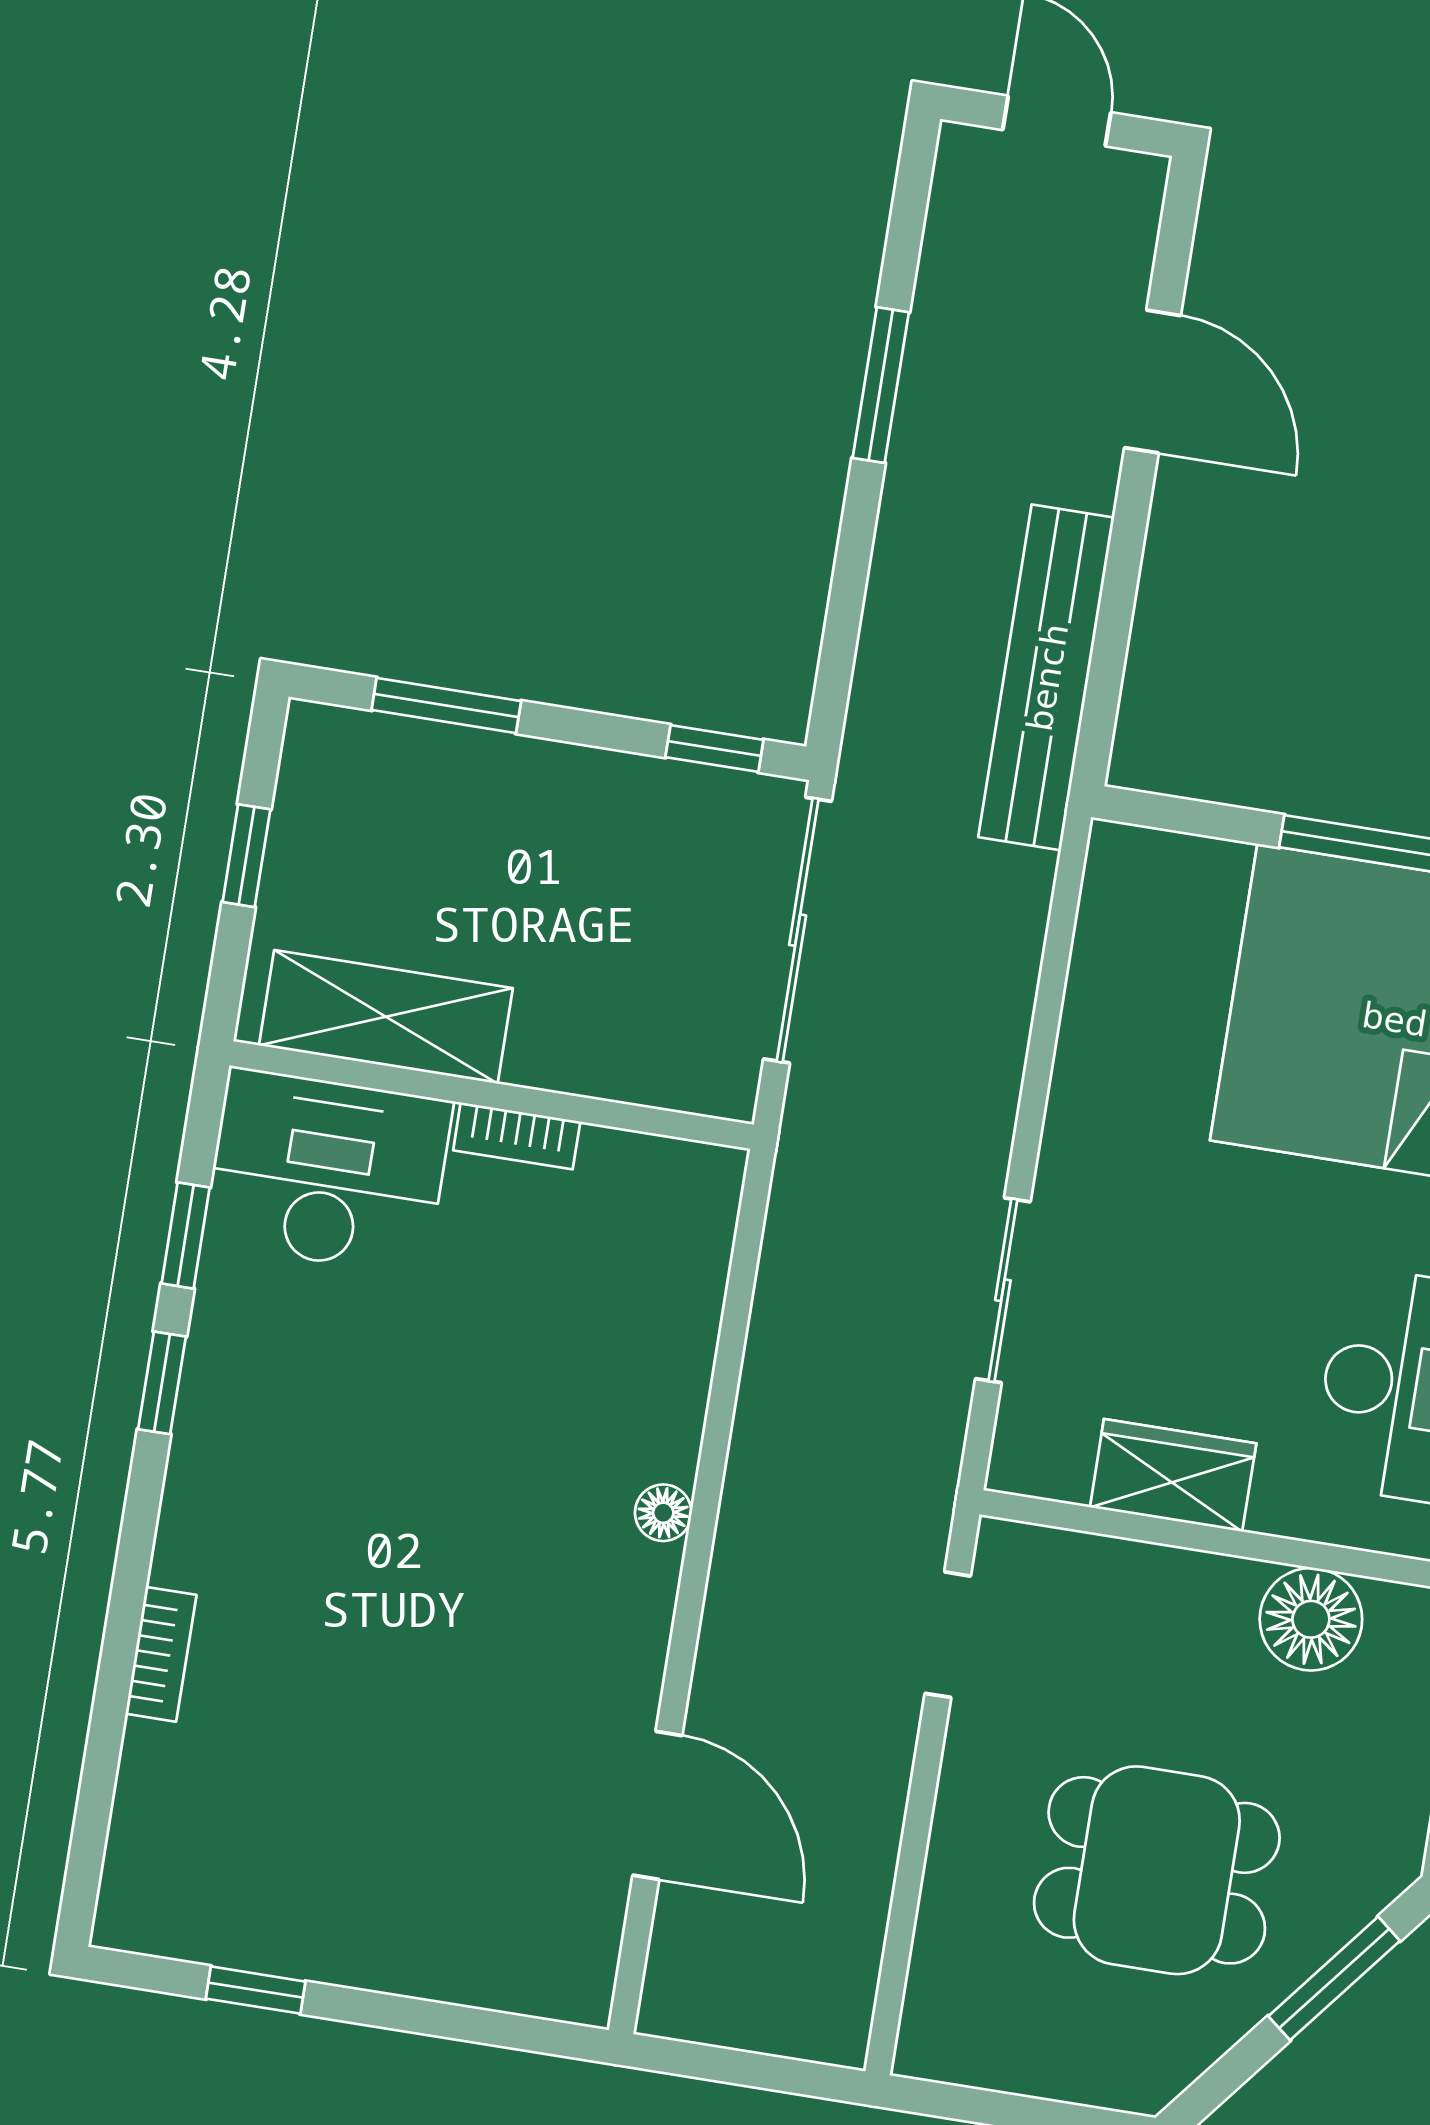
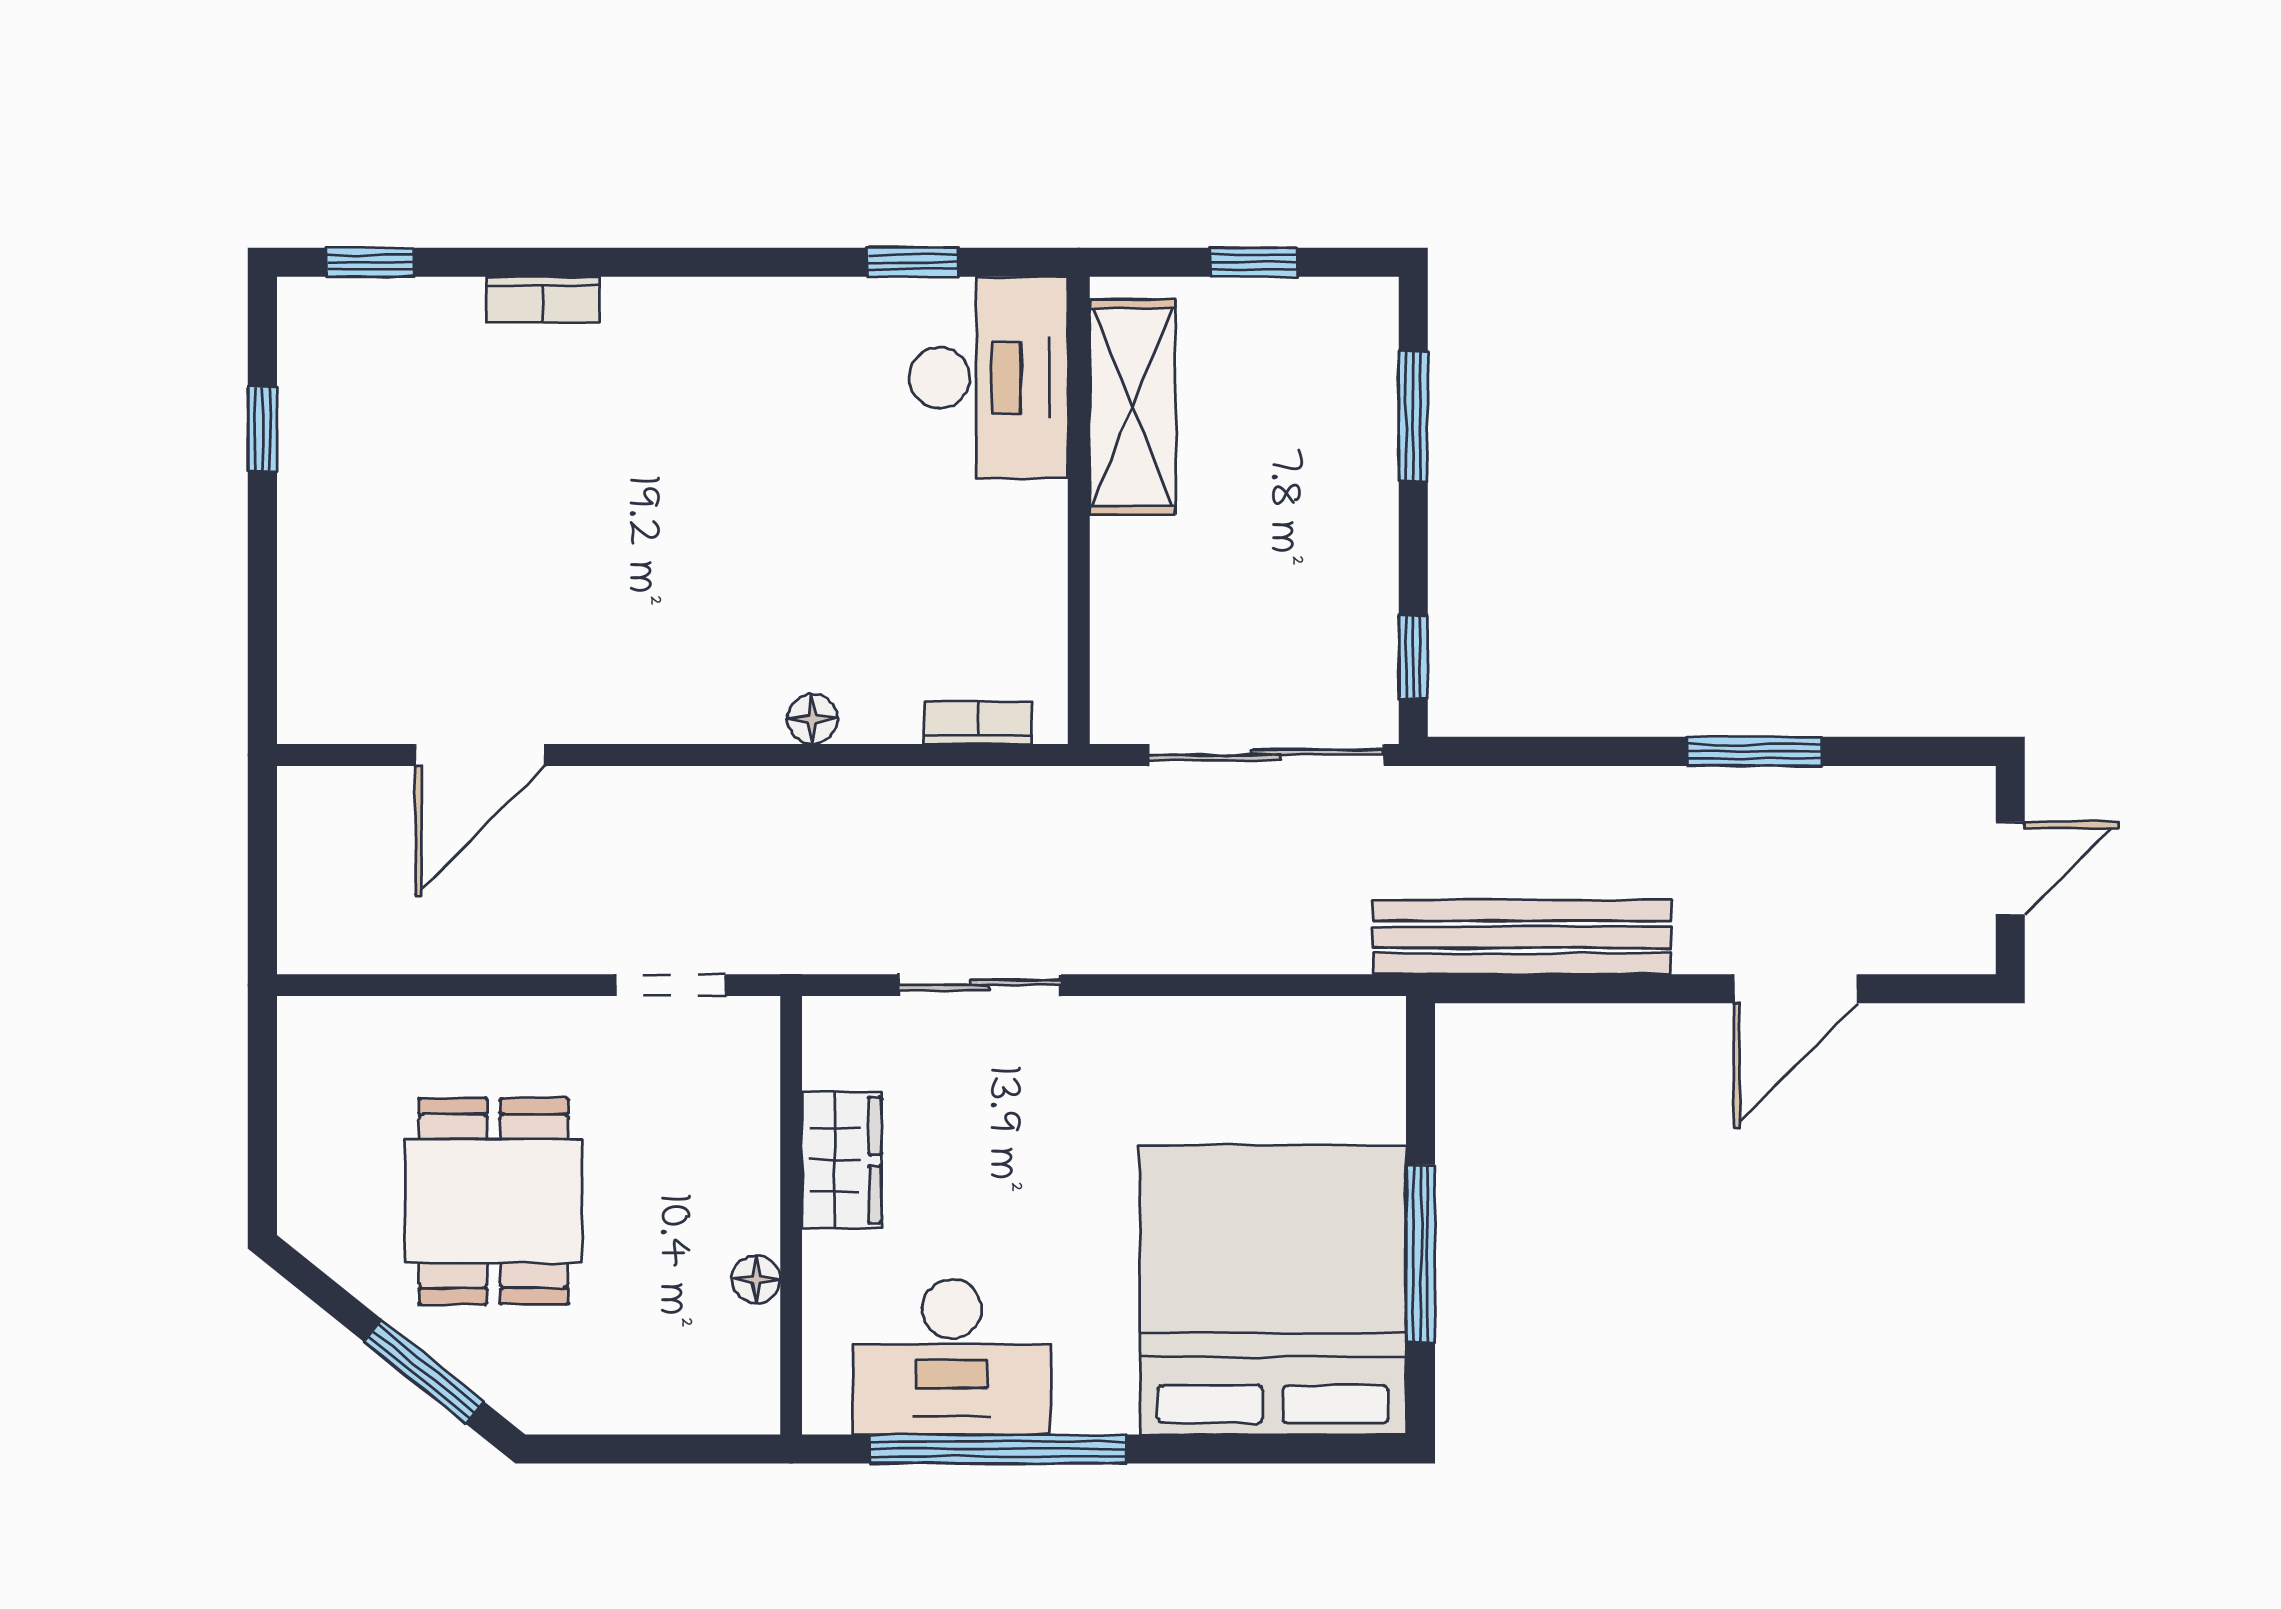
bookcase: (517, 1136) -> (978, 723), moved, turned 90
window: (162, 1383) -> (371, 262), moved
floor lamp: (663, 1513) -> (812, 719), moved
floor lamp: (1311, 1619) -> (756, 1280), width x0.53, depth x0.53

